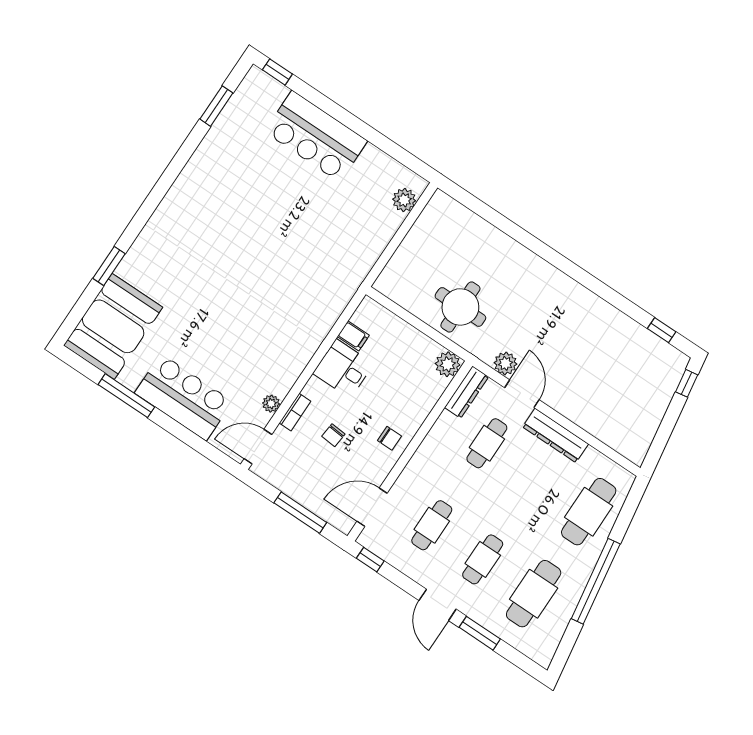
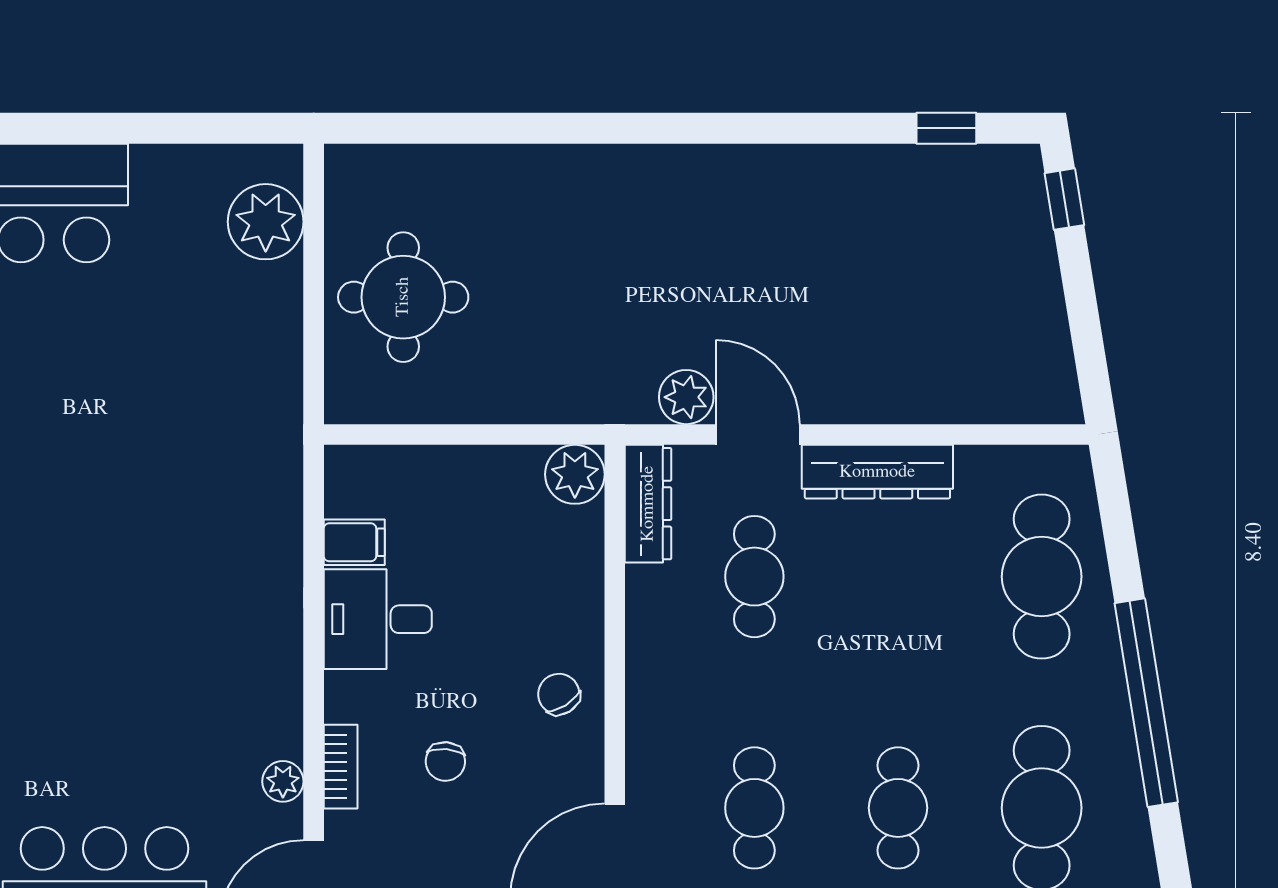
plant: (404, 200) -> (266, 222), width x1.36, depth x1.36
round table: (460, 307) -> (403, 297), moved
chair: (390, 438) -> (559, 694), turned -122

